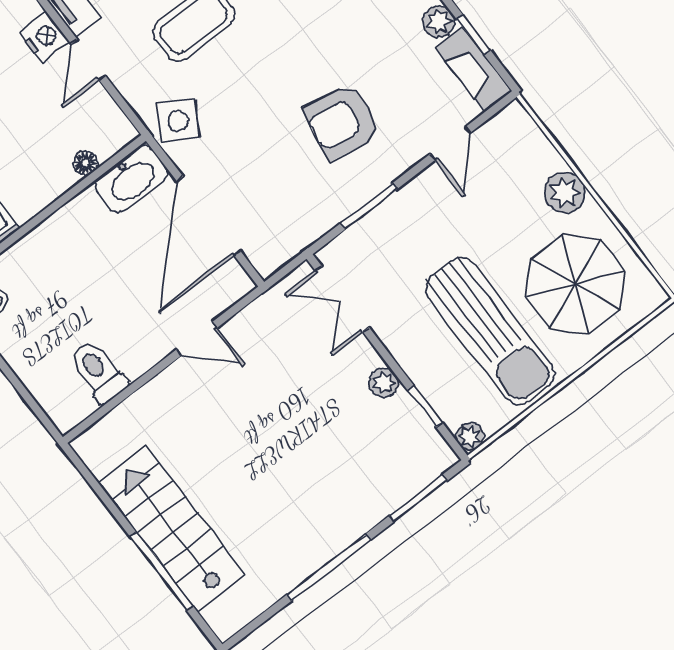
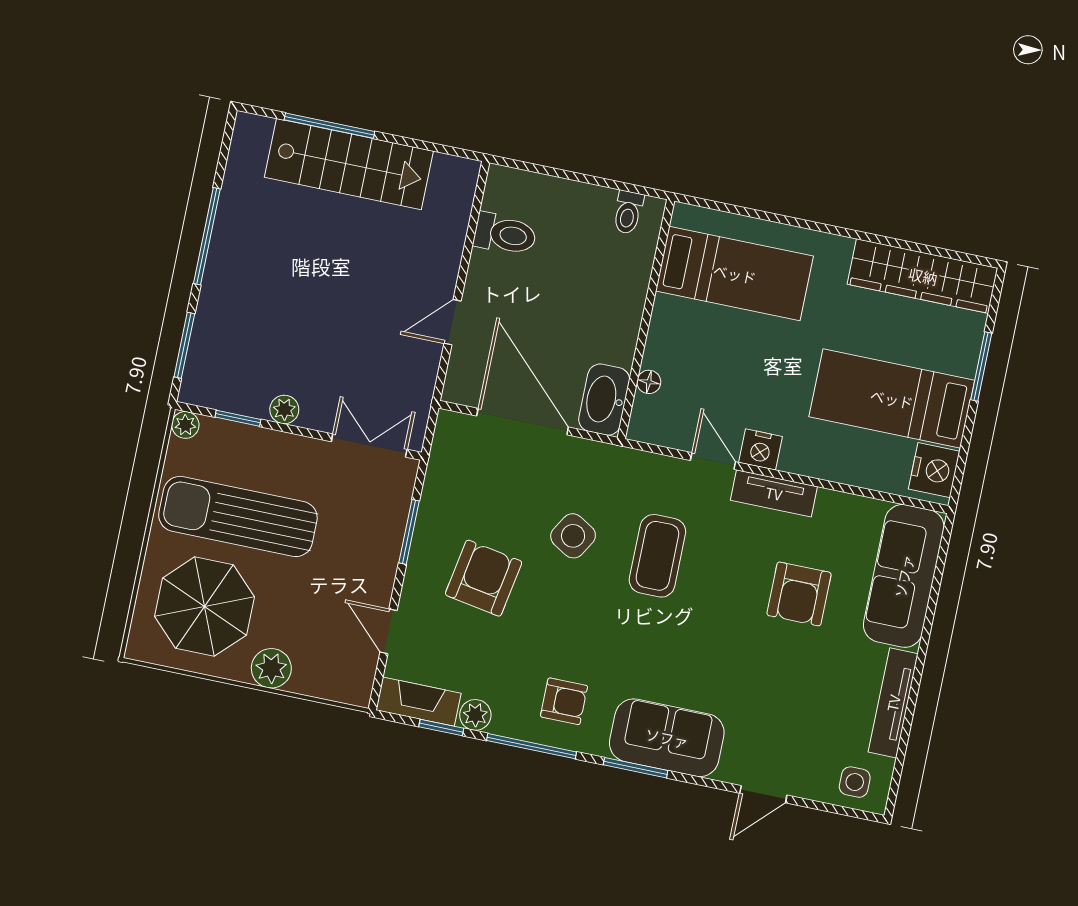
side table: (178, 121) -> (573, 536), moved

